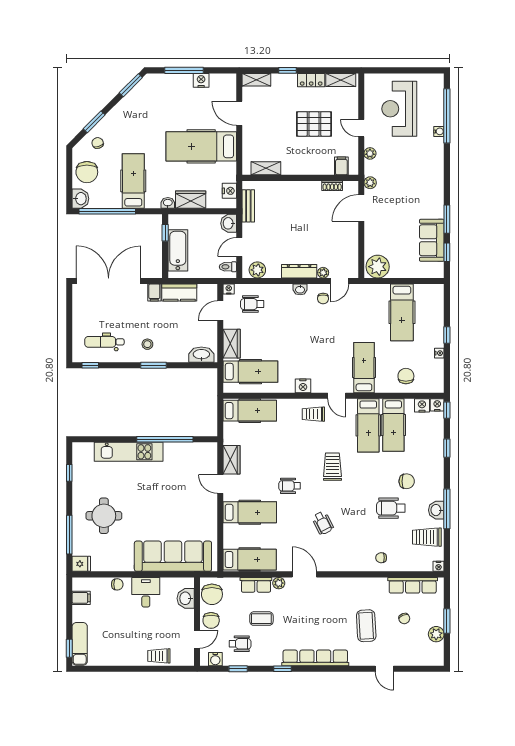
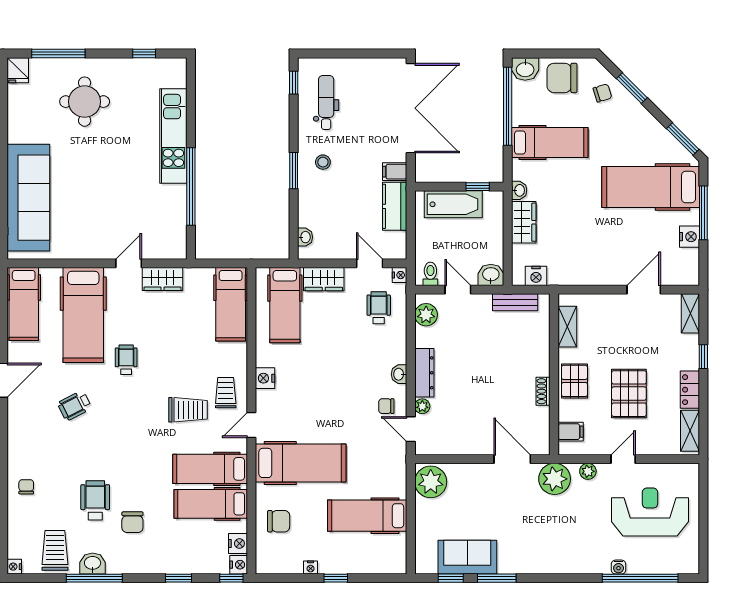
hospital bed: (201, 146) -> (651, 187), moved, turned -90
pallet: (305, 163) -> (574, 381), added
plant: (370, 183) -> (555, 479), width x1.88, depth x1.88
shoe rack: (332, 186) -> (543, 391), moved
washbasin: (201, 355) -> (305, 237), width x0.52, depth x0.69
hospital bed: (364, 368) -> (301, 463), width x1.37, depth x1.29
trolley: (332, 467) -> (188, 410), moved
hospital bed: (250, 512) -> (83, 315), width x1.37, depth x1.29

